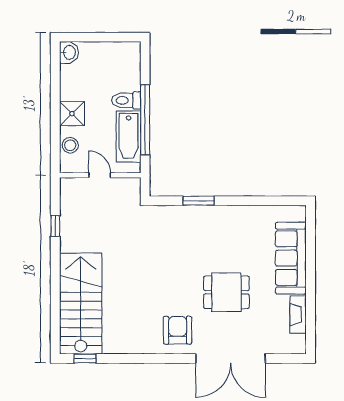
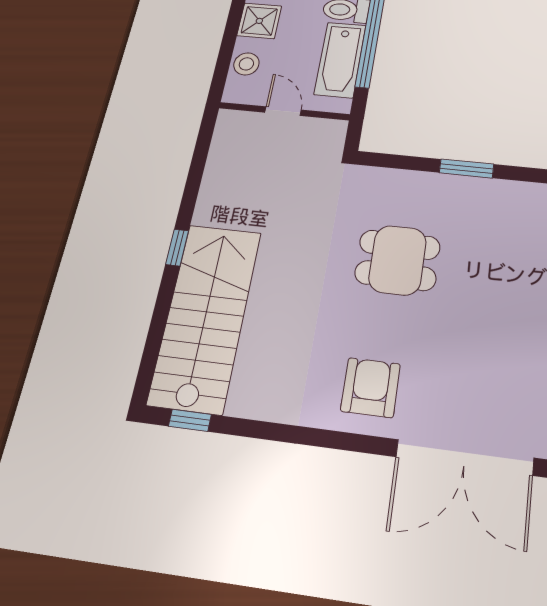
window: (199, 201) -> (466, 168), moved
window: (55, 226) -> (177, 247), moved
dining table: (226, 292) -> (398, 260), moved

